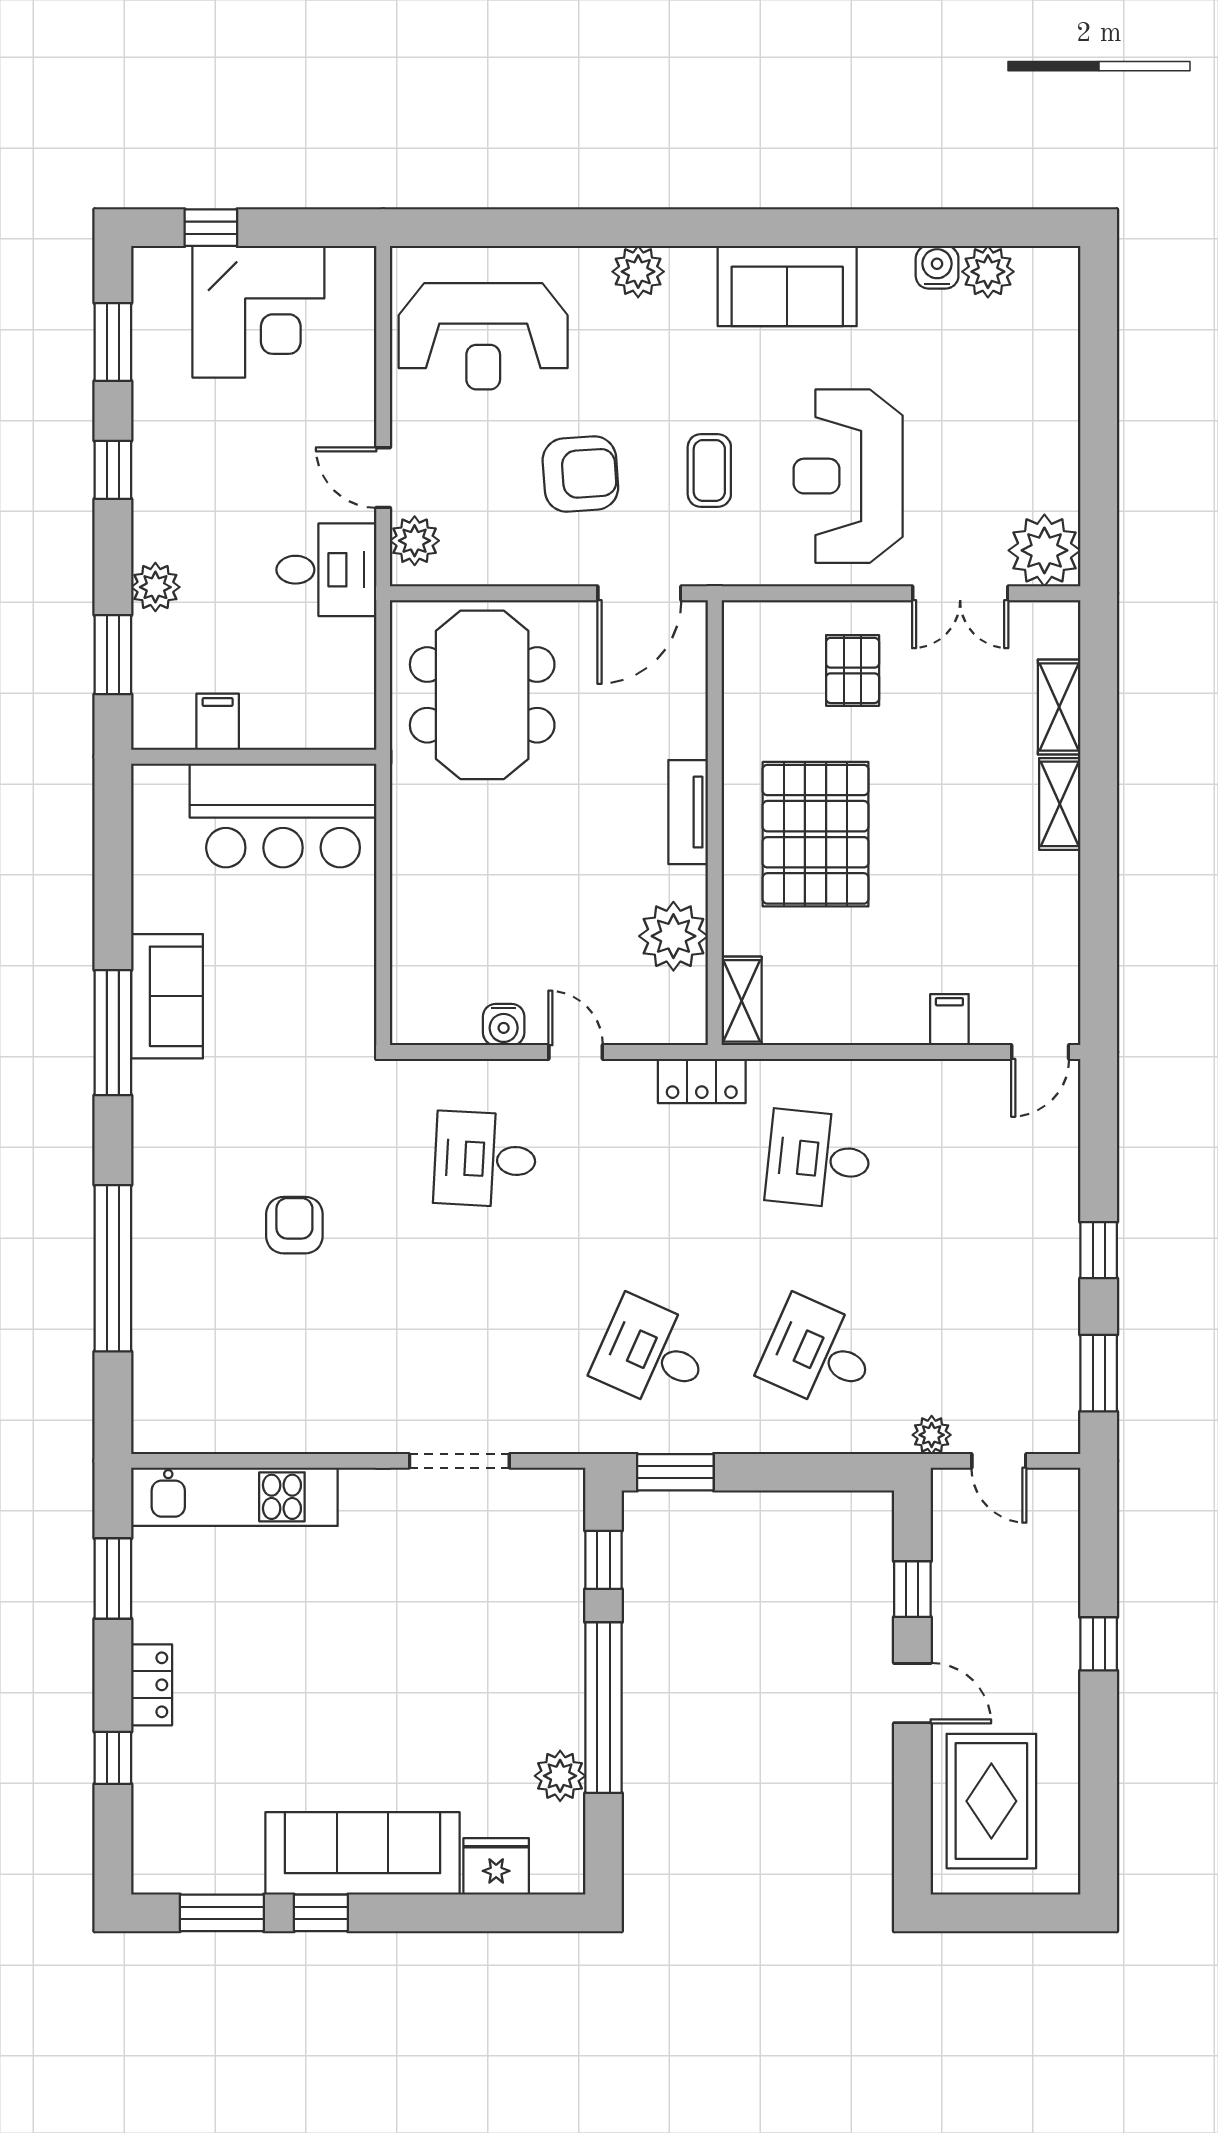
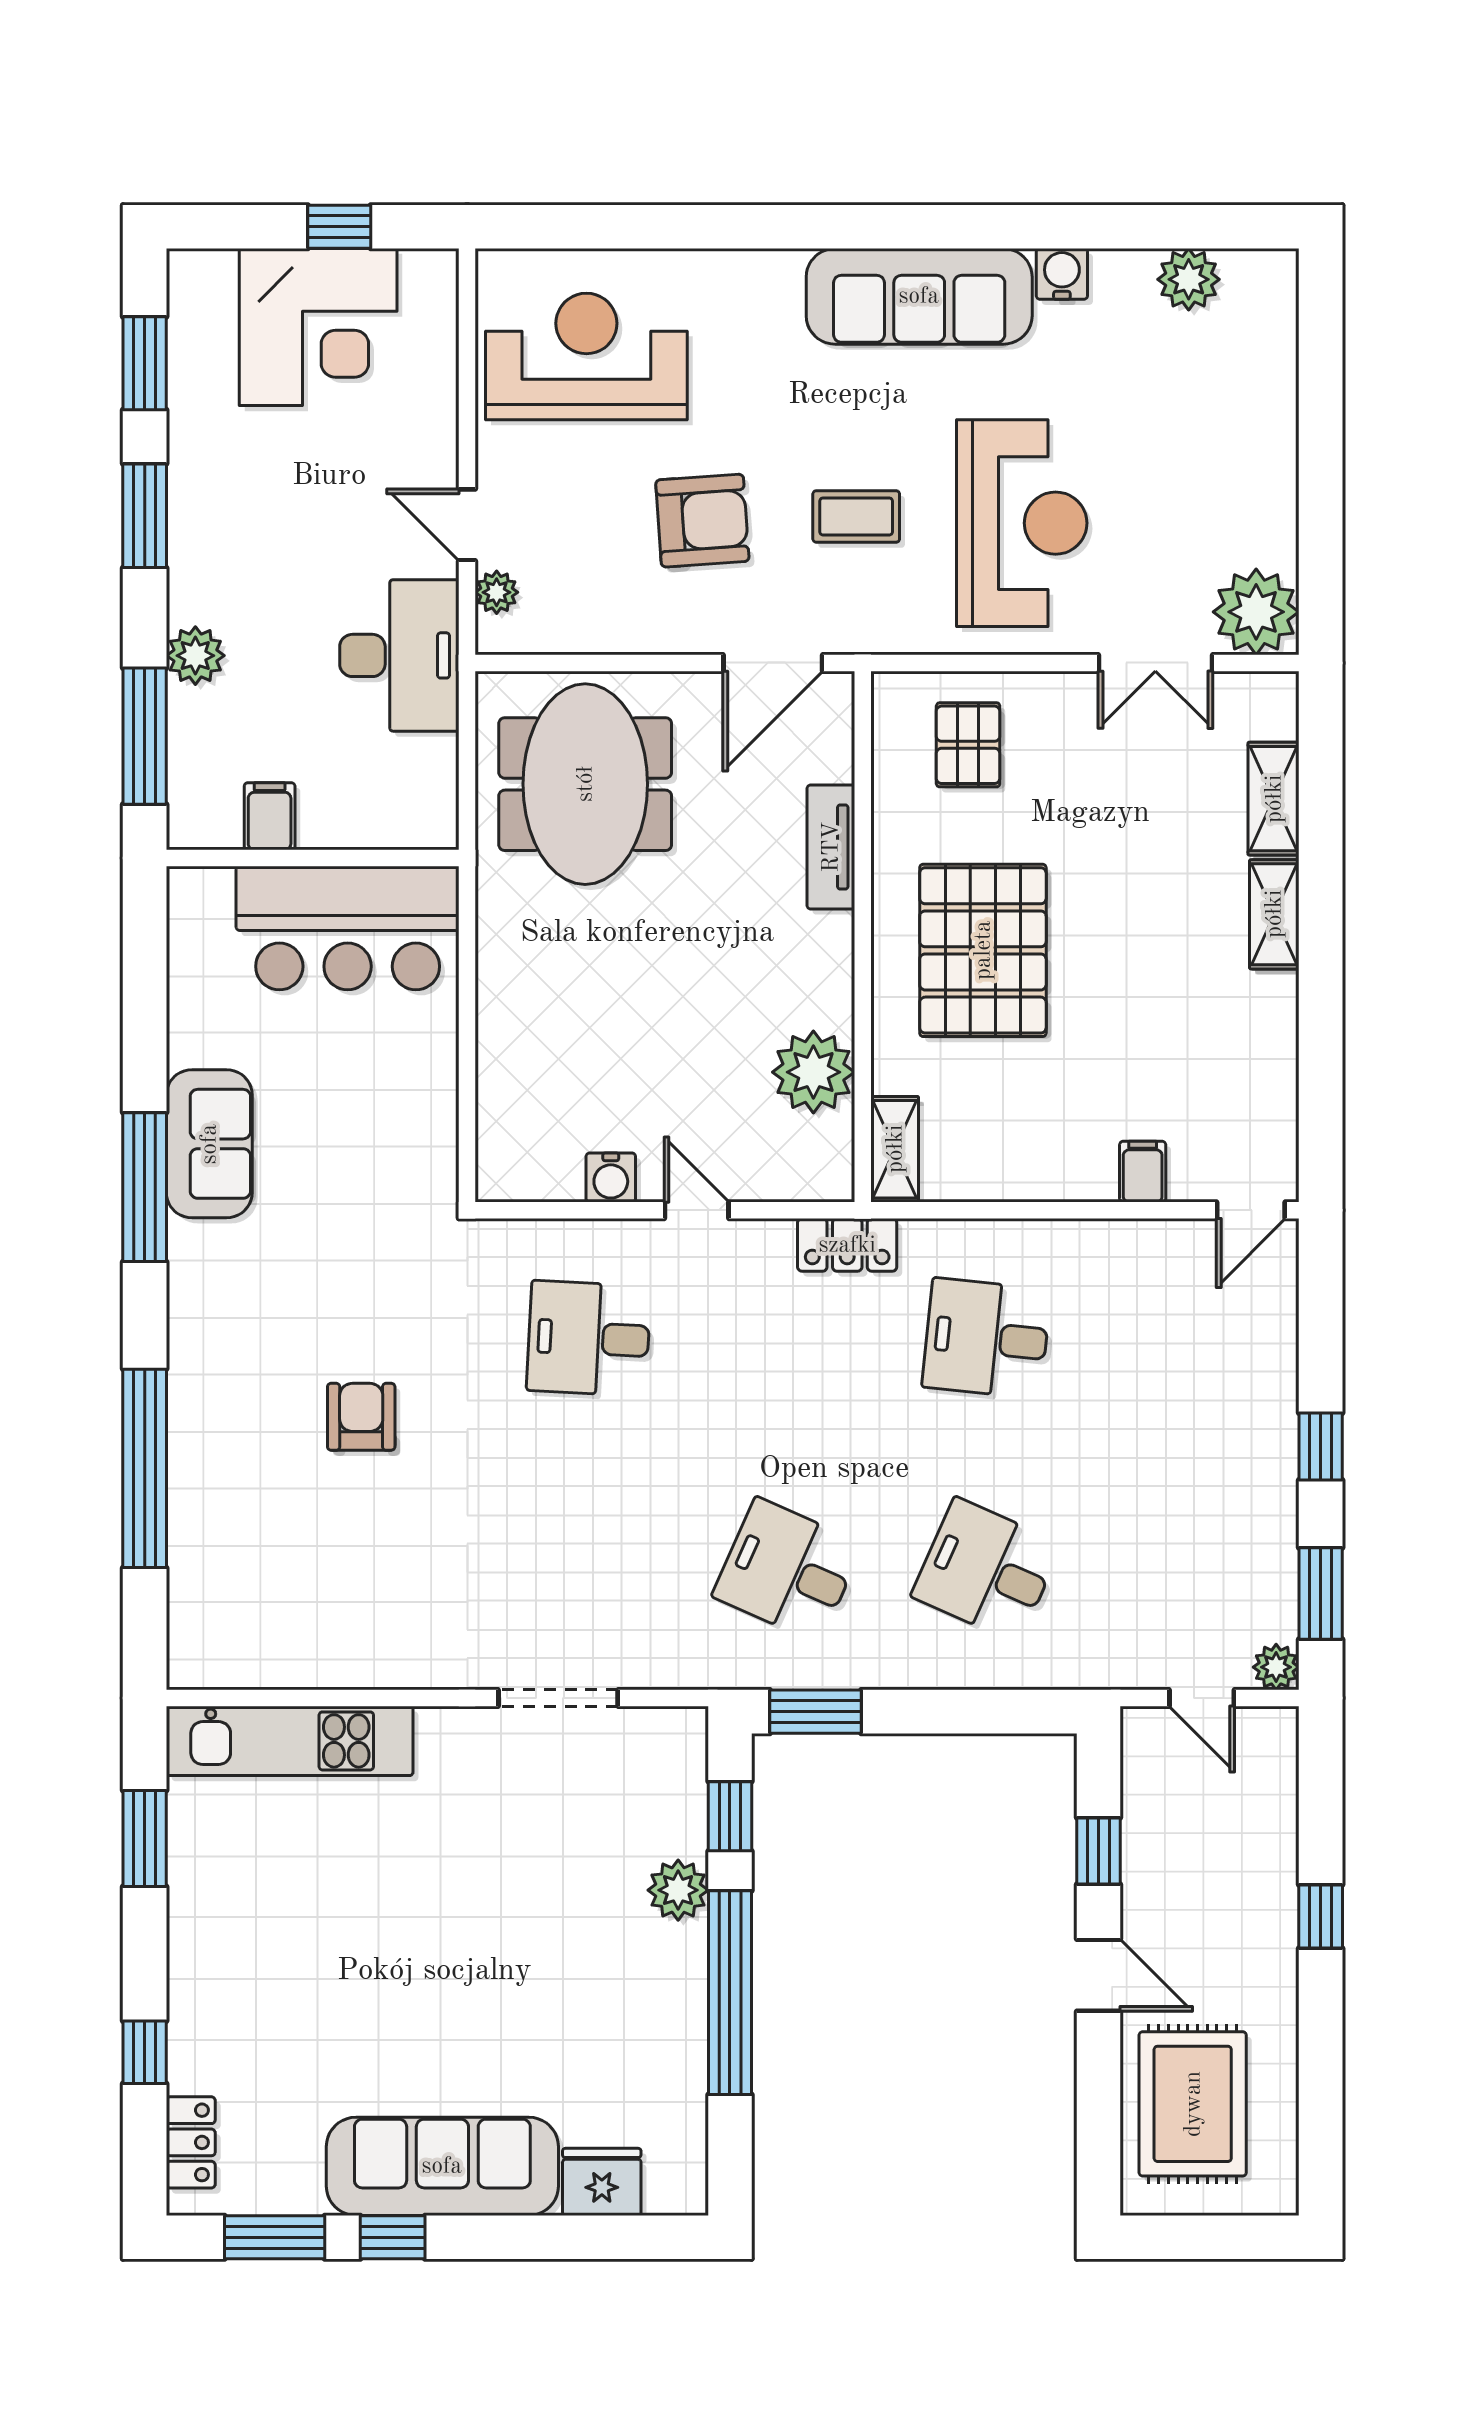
window: (211, 228) -> (339, 227), moved
water cooler: (937, 267) -> (1062, 274), moved
plant: (638, 272) -> (771, 279), removed
sofa: (787, 286) -> (919, 296), width x1.36
reception desk: (483, 336) -> (586, 356), turned 180
window: (113, 470) -> (145, 516), width x1.50
coffee table: (709, 470) -> (856, 516), turned 90
reception desk: (848, 476) -> (1022, 523), turned 180
plant: (415, 541) -> (497, 592), width x0.73, depth x0.73
desk: (326, 570) -> (399, 655), width x1.37
window: (113, 655) -> (145, 736), width x1.44
pallet: (853, 670) -> (968, 745), moved
tv unit: (688, 812) -> (831, 847), moved
plant: (932, 1435) -> (1276, 1667), moved
locker: (152, 1685) -> (191, 2142), moved
plant: (560, 1776) -> (678, 1890), moved

